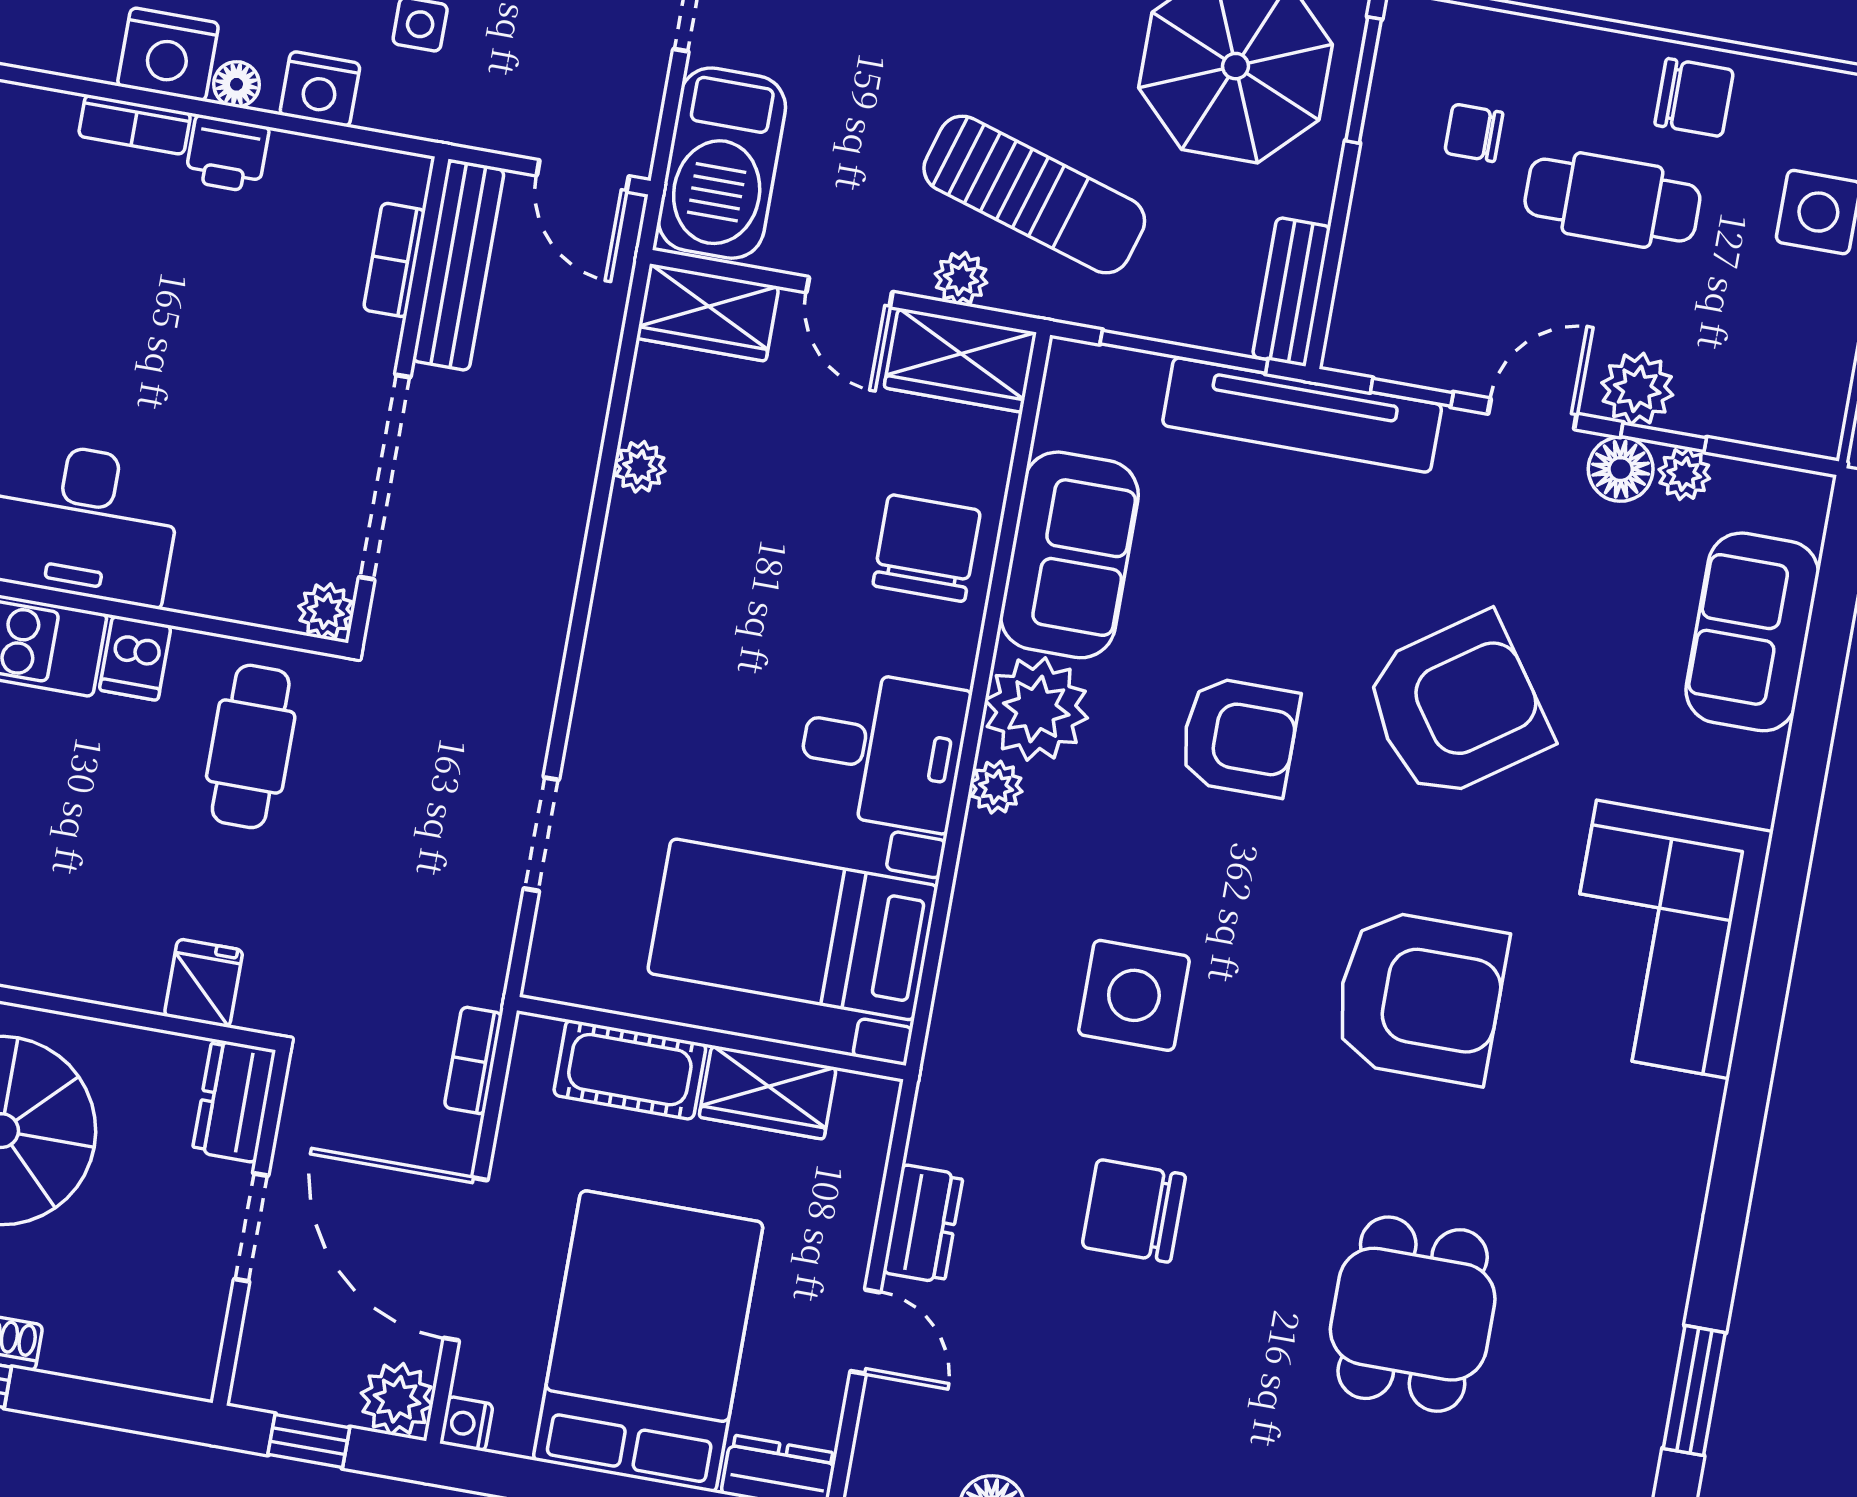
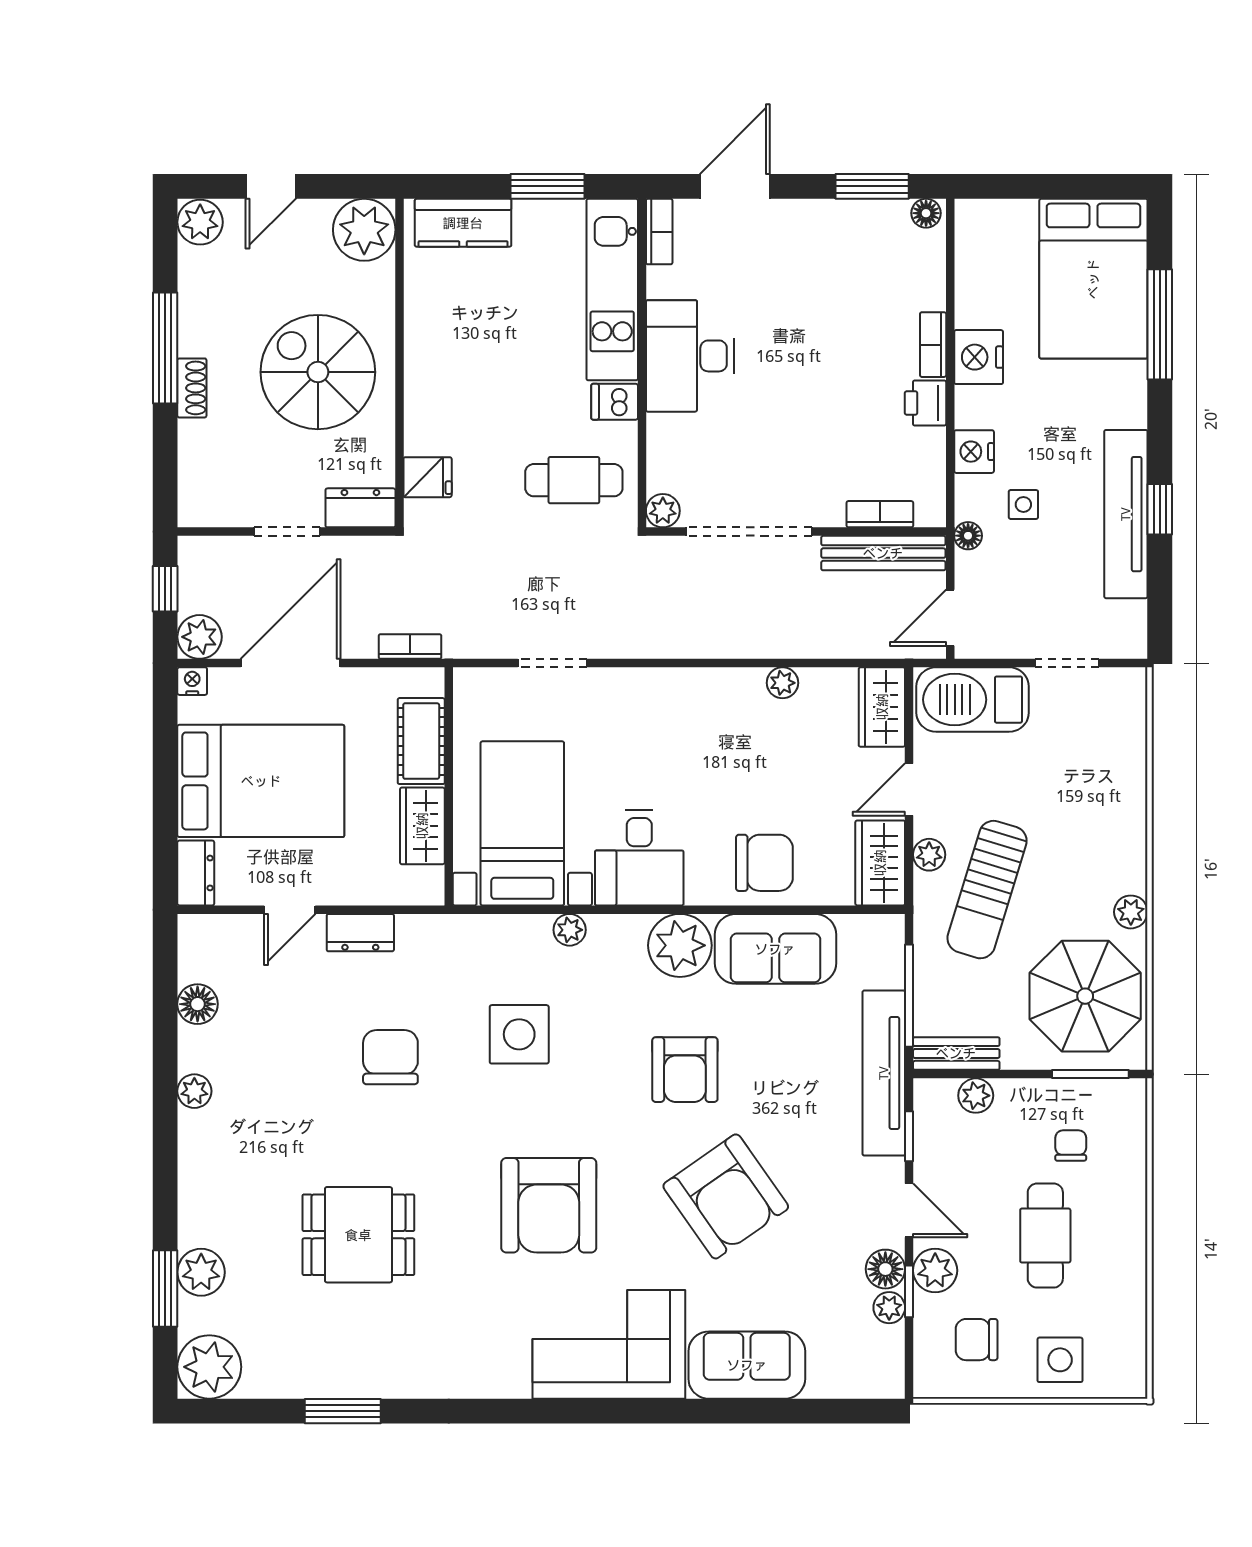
floor lamp: (237, 84) -> (968, 536), moved
chair: (1694, 98) -> (977, 1340), moved, turned 90
plant: (1365, 272) -> (976, 1096), added
sofa: (1752, 632) -> (747, 1365), moved
plant: (996, 787) -> (570, 930), moved

